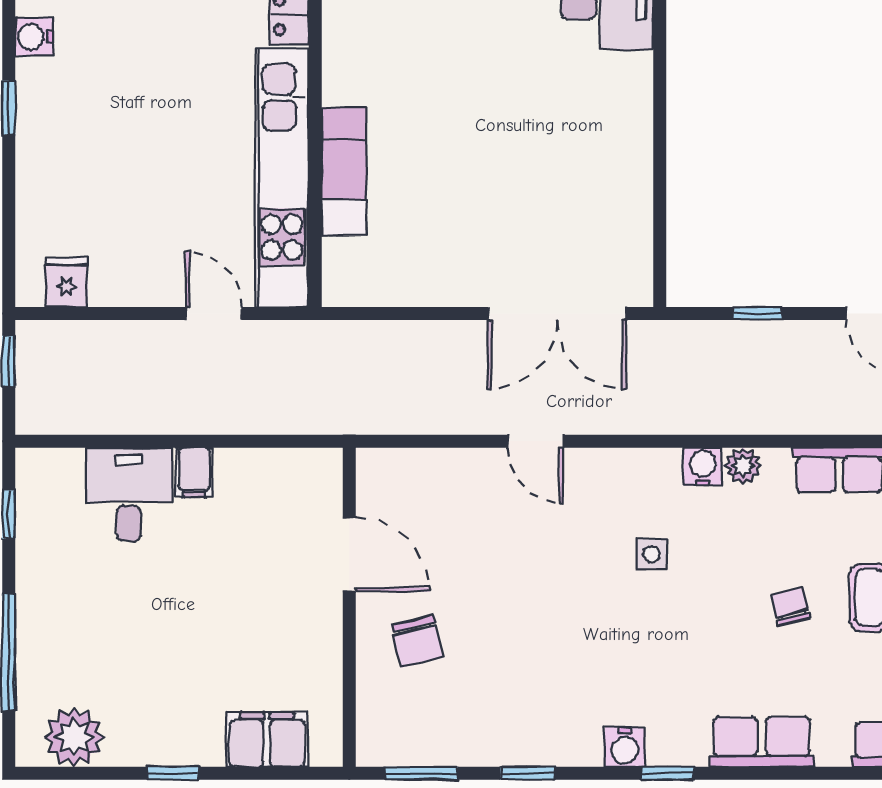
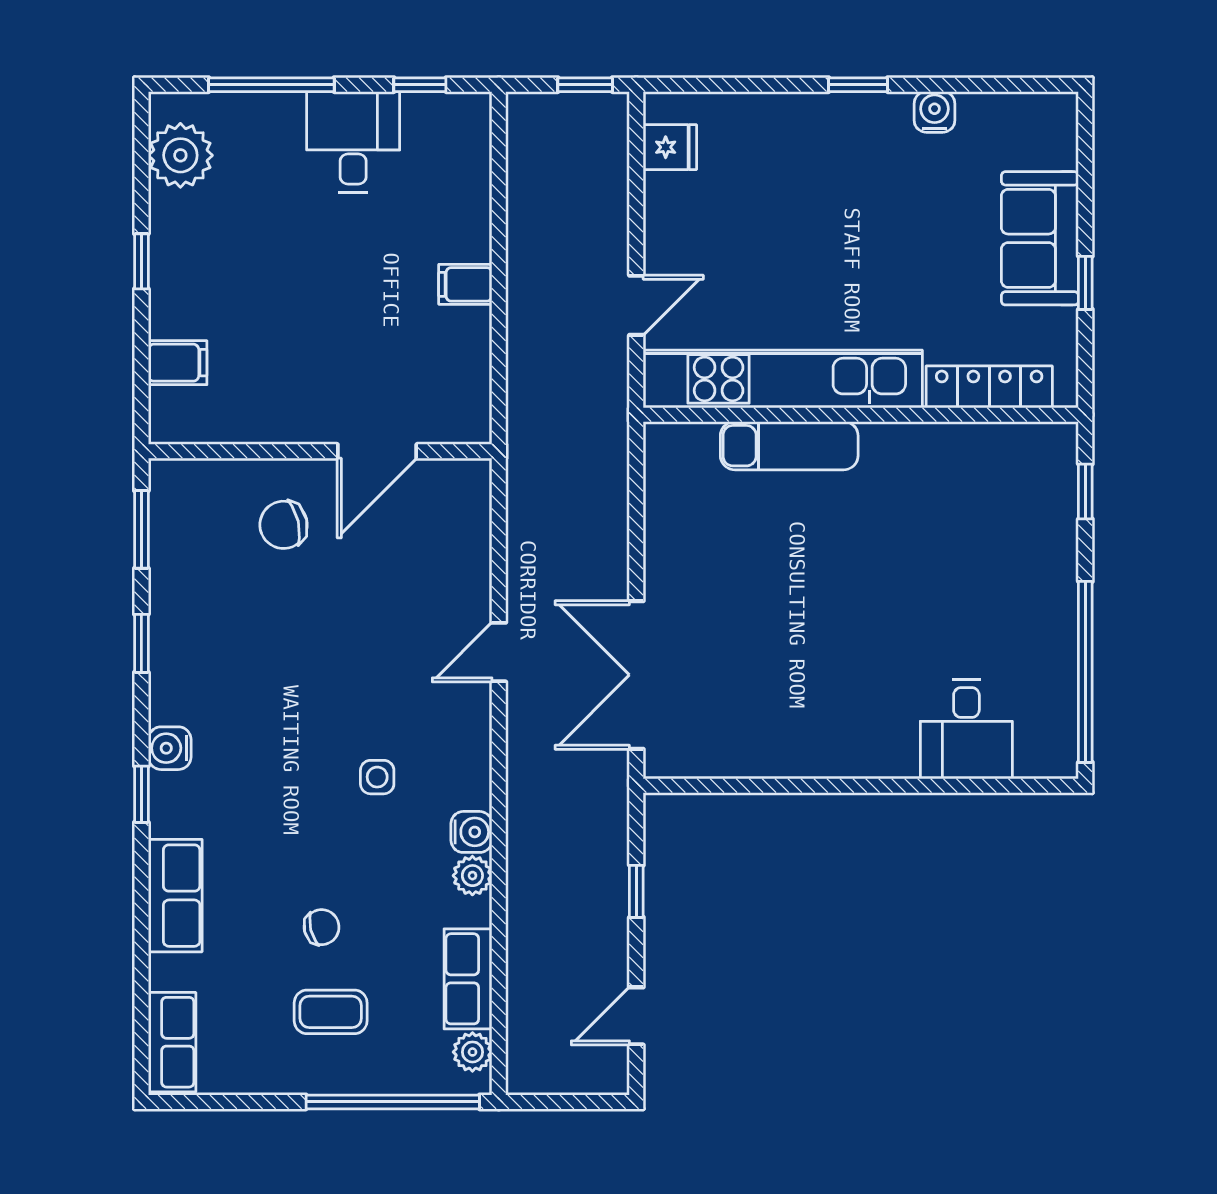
desk: (129, 494) -> (353, 142), moved, turned -90
filing cabinet: (267, 740) -> (178, 363), width x0.50

